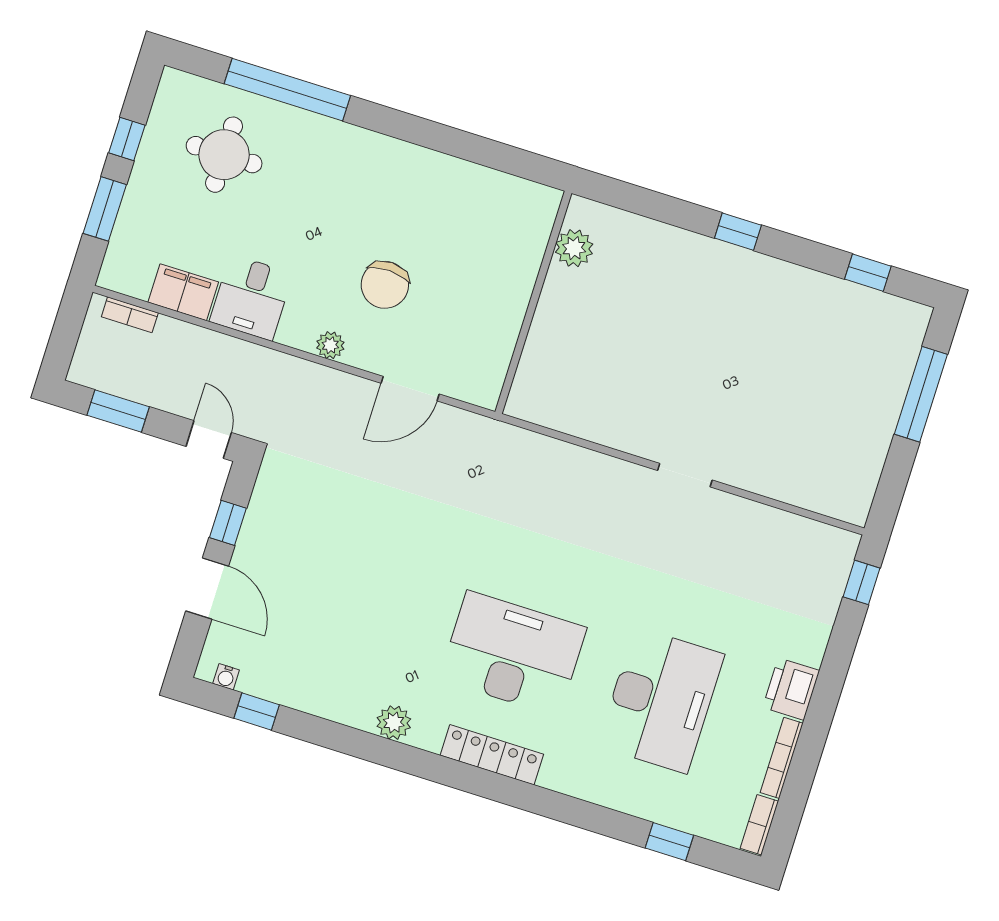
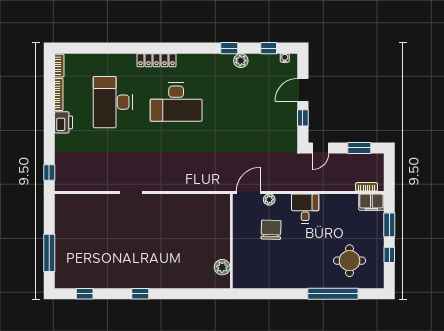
plant: (574, 248) -> (222, 267), moved
filing cabinet: (183, 292) -> (371, 202), moved
desk: (251, 297) -> (305, 208), moved
wall: (533, 302) -> (231, 241), moved
plant: (330, 345) -> (269, 200), moved
door: (209, 440) -> (321, 148), hinge flipped
door: (207, 589) -> (303, 90), hinge flipped
plant: (394, 723) -> (241, 61), moved
locker: (492, 755) -> (157, 60), moved
window: (669, 842) -> (229, 48), moved

